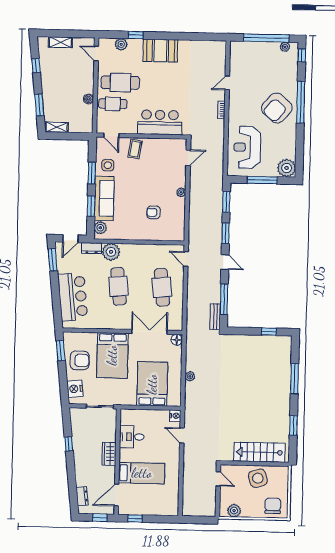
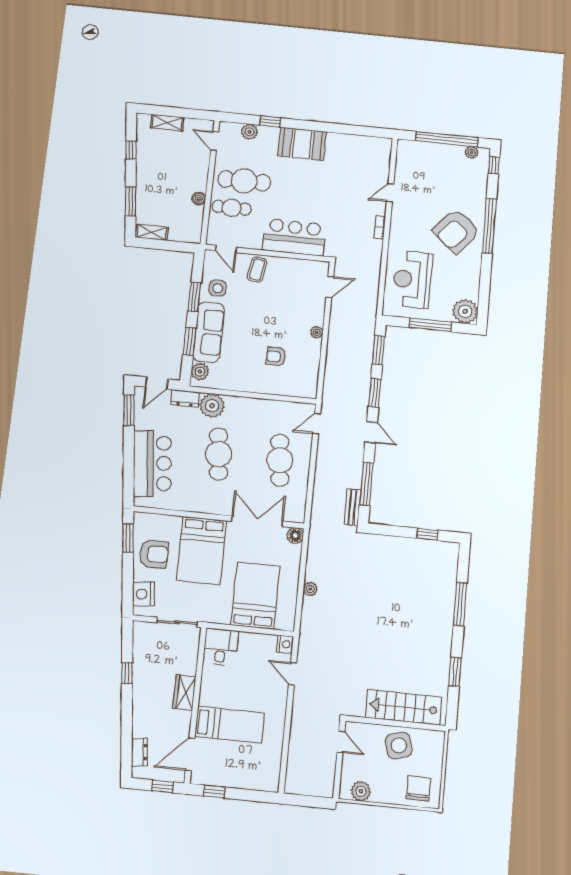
door: (186, 259) -> (317, 424), hinge flipped
desk: (132, 437) -> (221, 647), moved, turned 90

